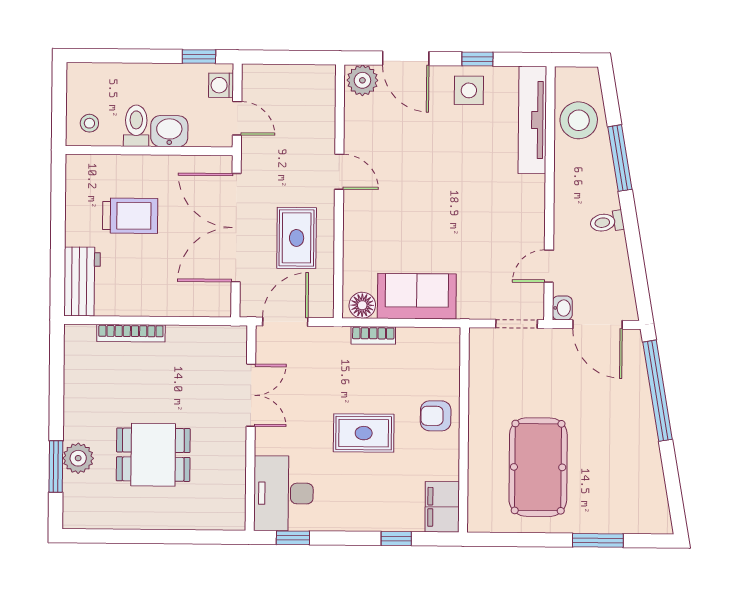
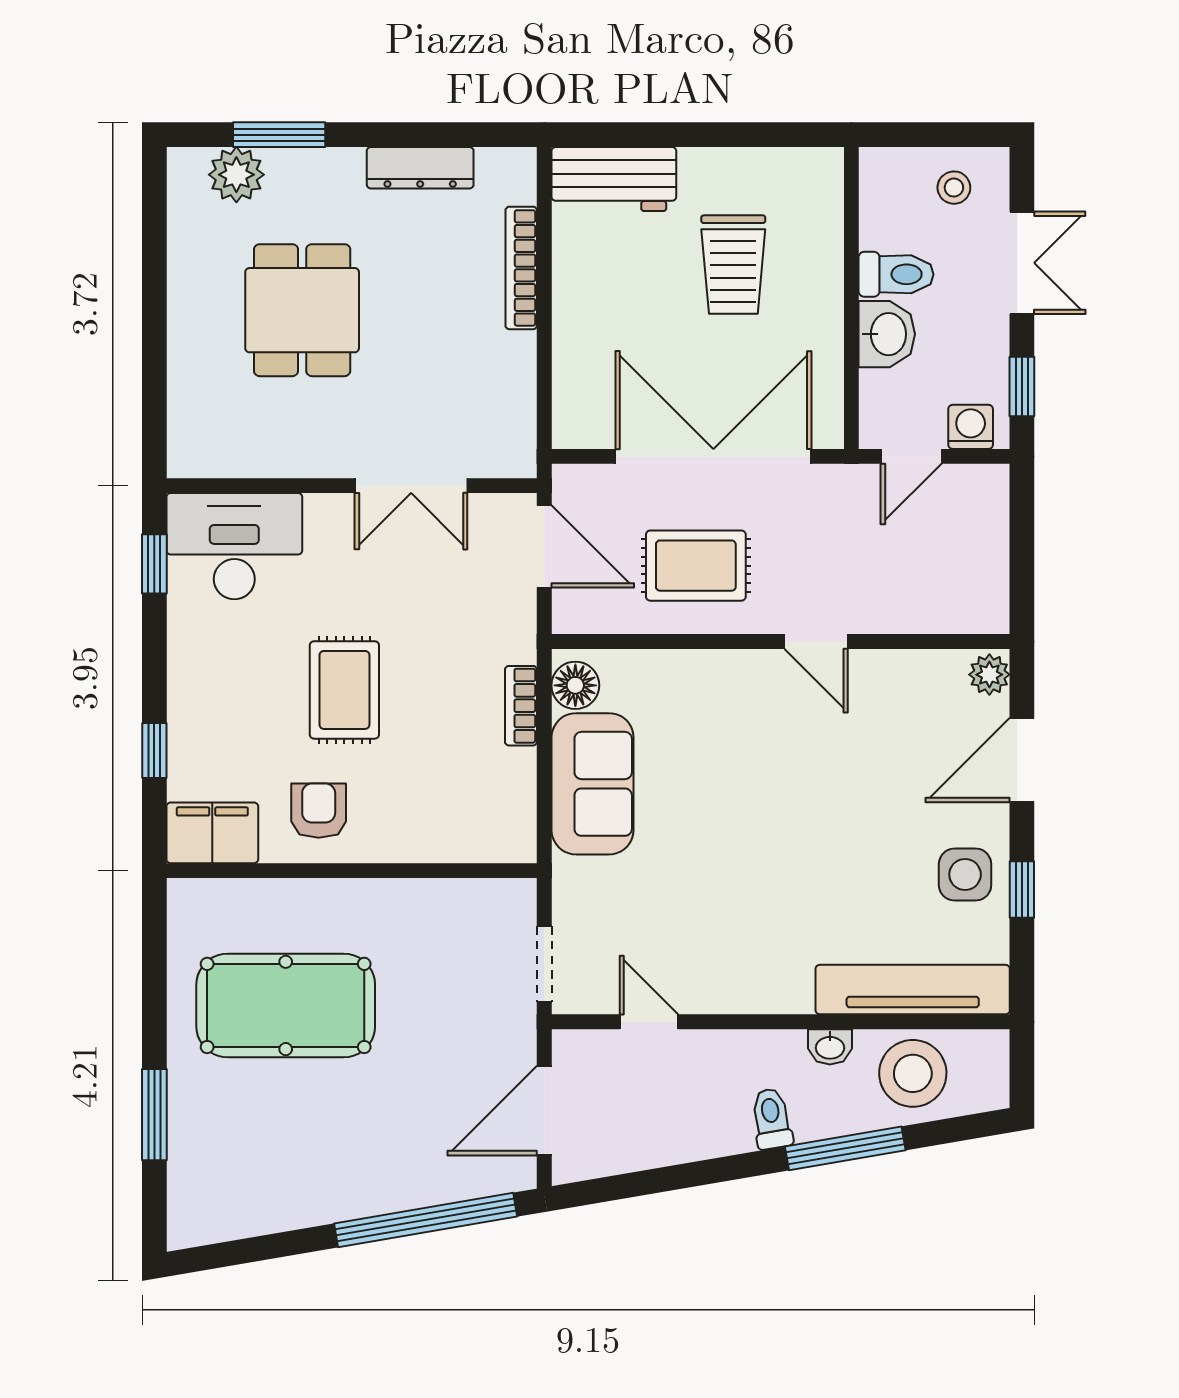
double door: (130, 56) -> (1022, 263), added
plant: (362, 80) -> (989, 675), width x0.73, depth x0.73
stool: (89, 123) -> (954, 188), moved
door: (339, 172) -> (816, 642), hinge flipped
toilet: (607, 222) -> (772, 1119), moved
washbasin: (562, 308) -> (830, 1047), moved
dresser: (75, 389) -> (420, 168), added
armchair: (436, 416) -> (319, 811), moved
plant: (78, 458) -> (236, 175), moved

